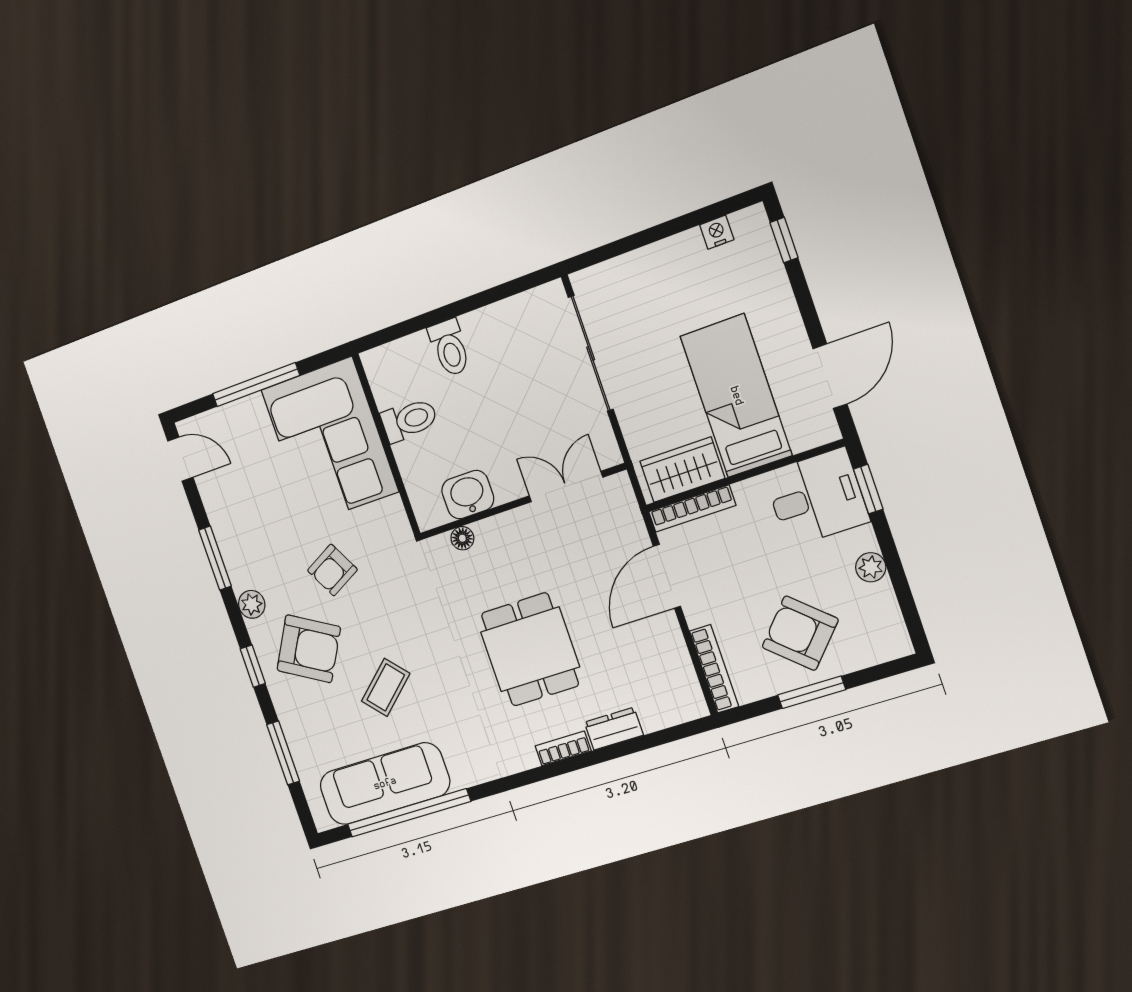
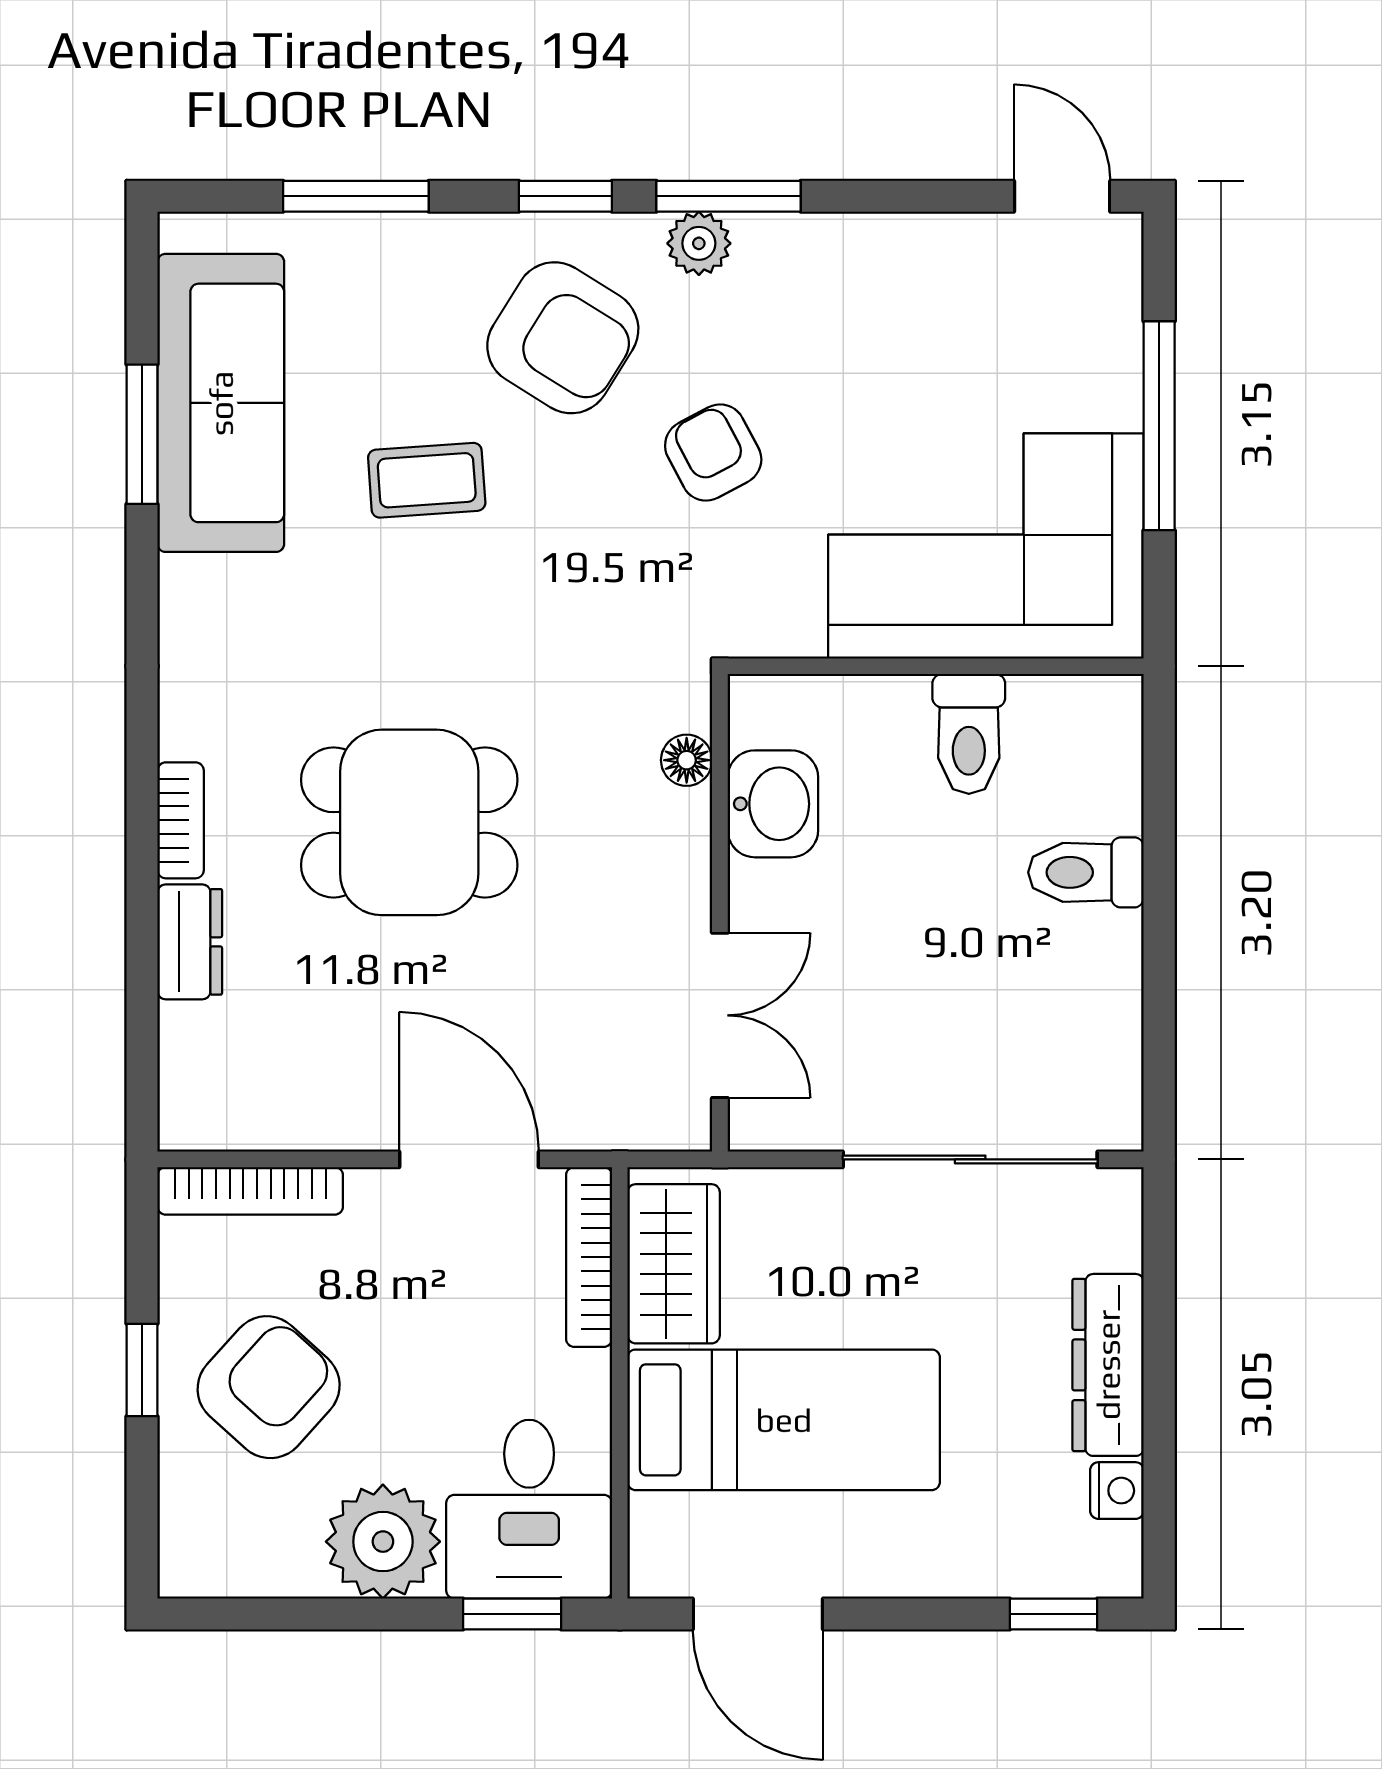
dresser: (661, 258) -> (1108, 1365), added
door: (180, 459) -> (1062, 196), swing flipped
window: (215, 558) -> (728, 196), moved
plant: (871, 567) -> (383, 1542), width x1.87, depth x1.87
armchair: (309, 649) -> (563, 338), turned -88
coffee table: (386, 687) -> (427, 480), turned -52
window: (812, 692) -> (142, 1370), width x0.67
window: (409, 813) -> (142, 434), width x0.47

